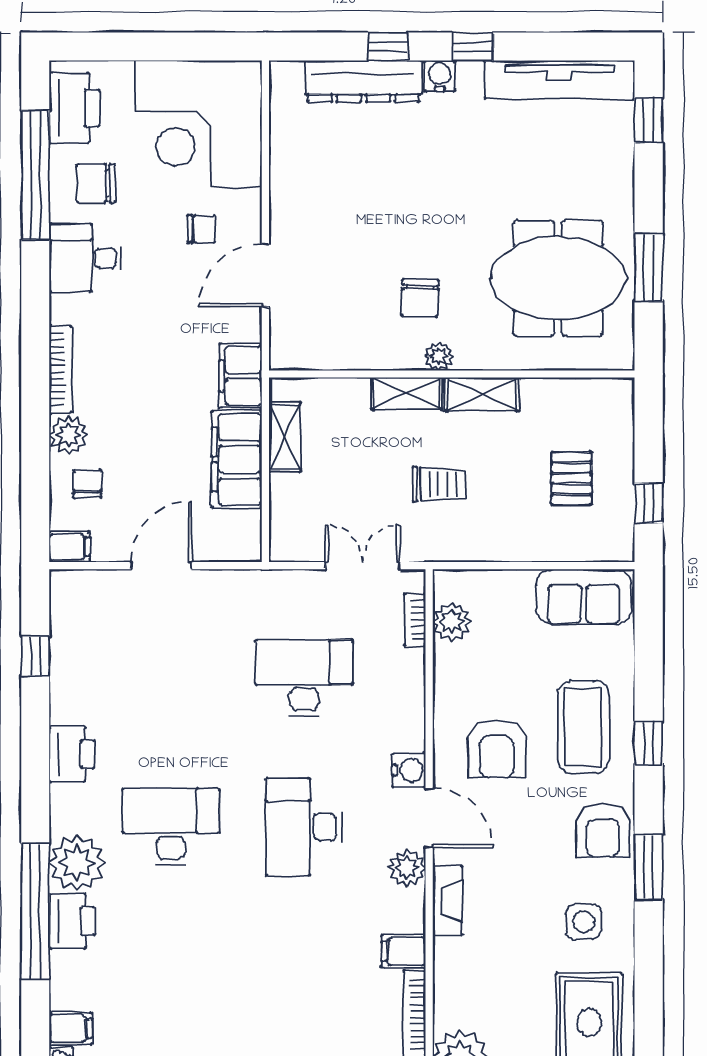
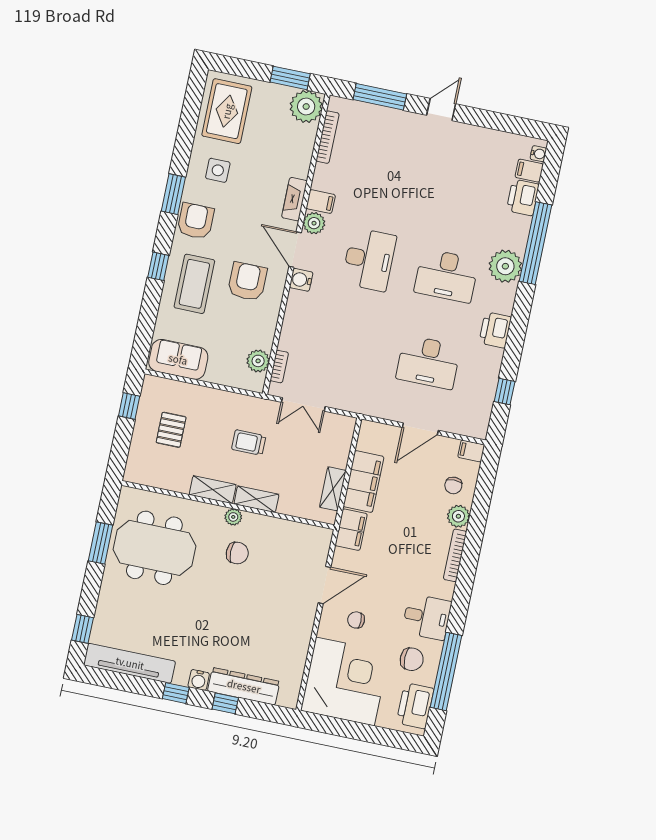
chair: (420, 298) -> (237, 553), turned 88
desk: (304, 678) -> (428, 362), moved
printer: (72, 921) -> (523, 197), moved
filing cabinet: (403, 951) -> (321, 202), moved

